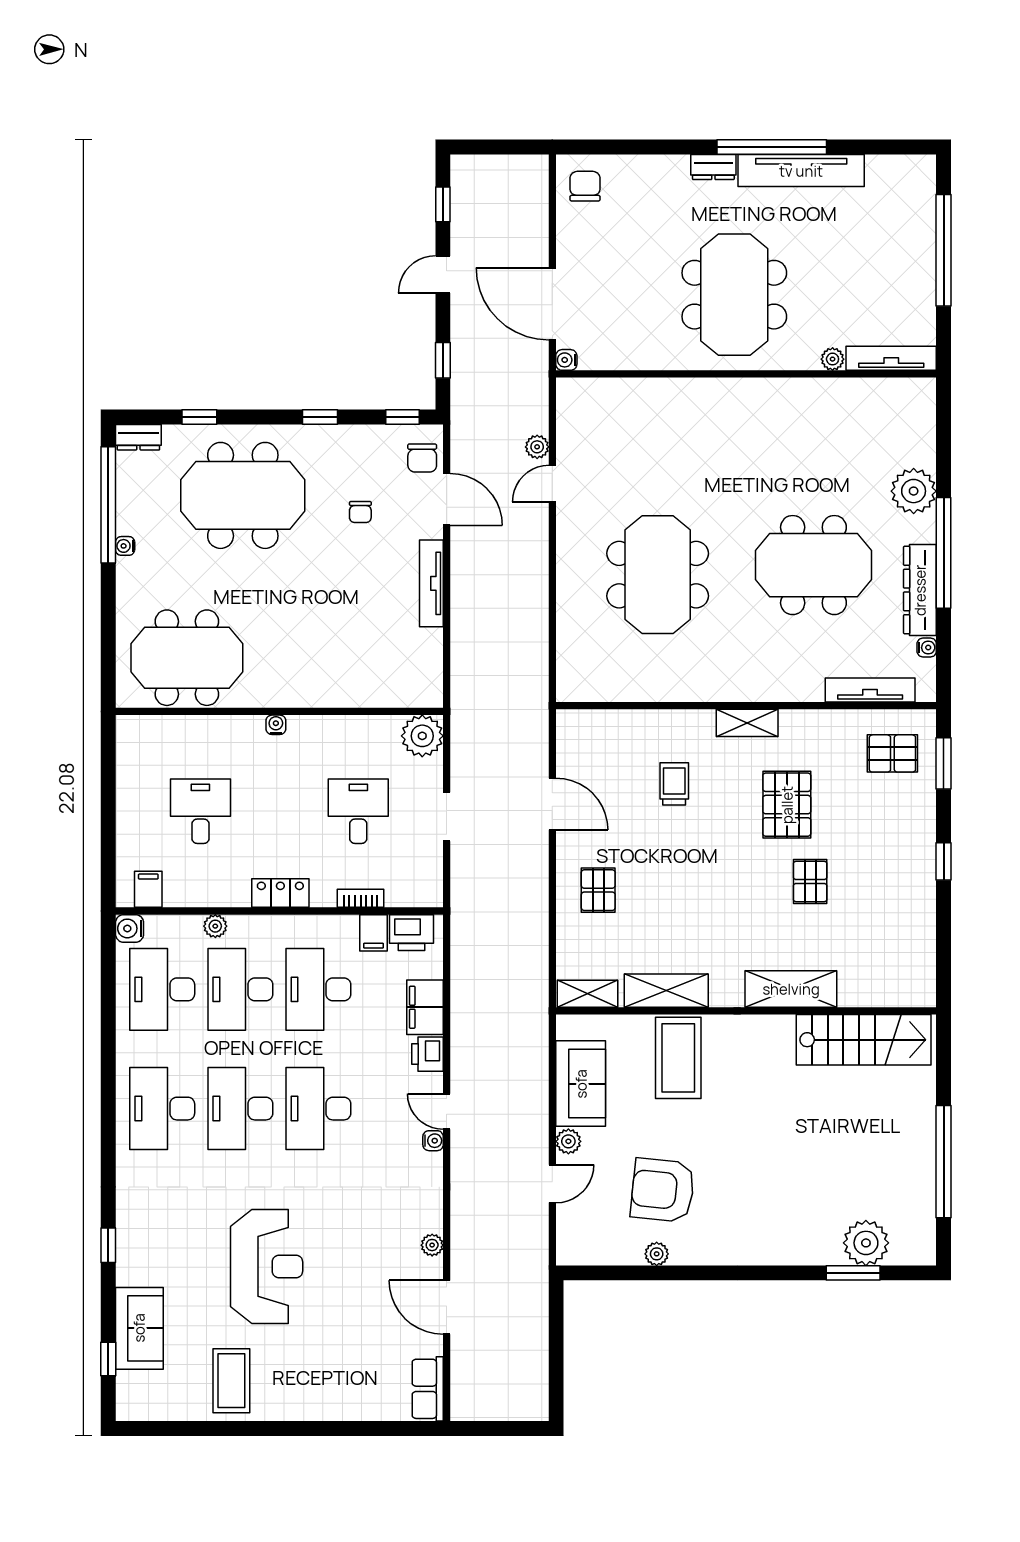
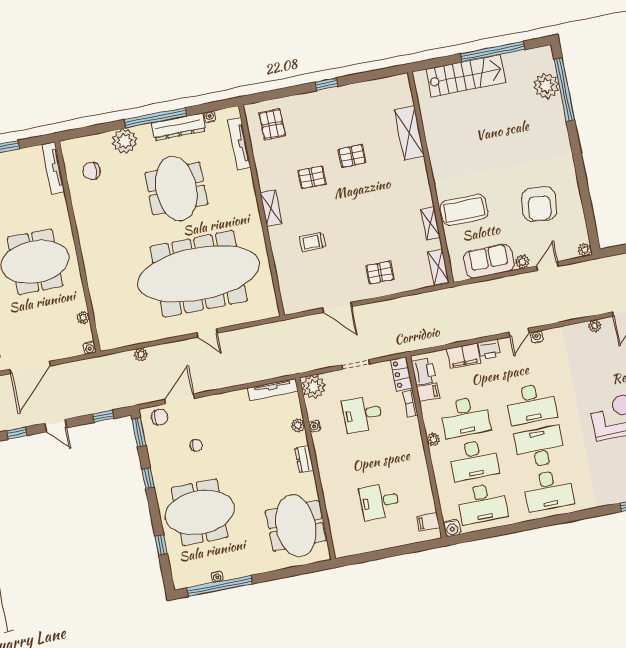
door: (552, 304) -> (30, 367), moved
plant: (833, 359) -> (83, 318), moved
window: (402, 417) -> (139, 432), width x1.50
chair: (873, 423) -> (91, 171), added
dresser: (138, 437) -> (304, 459), moved, turned 180
door: (552, 484) -> (207, 333), moved
meeting table: (243, 495) -> (200, 512), turned 90
water cooler: (125, 546) -> (217, 577), moved
meeting table: (658, 575) -> (199, 274), width x1.86, depth x1.27
tv unit: (431, 583) -> (273, 389), moved
plant: (360, 696) -> (298, 425), added
water cooler: (276, 725) -> (315, 426), moved
window: (944, 763) -> (272, 95), removed
door: (552, 804) -> (337, 307), swing flipped
pallet: (787, 805) -> (312, 177), width x0.67, depth x0.71
locker: (280, 893) -> (401, 374), moved
plant: (215, 926) -> (433, 439), moved
shelving: (791, 989) -> (409, 133), moved
shelving: (666, 991) -> (430, 223), width x0.67, depth x0.75
stairs: (864, 1040) -> (466, 76), moved, turned 90
desk: (240, 1109) -> (540, 447), turned 180
door: (552, 1184) -> (548, 266), hinge flipped
plant: (657, 1254) -> (585, 250), moved
window: (853, 1273) -> (564, 90), width x2.11

